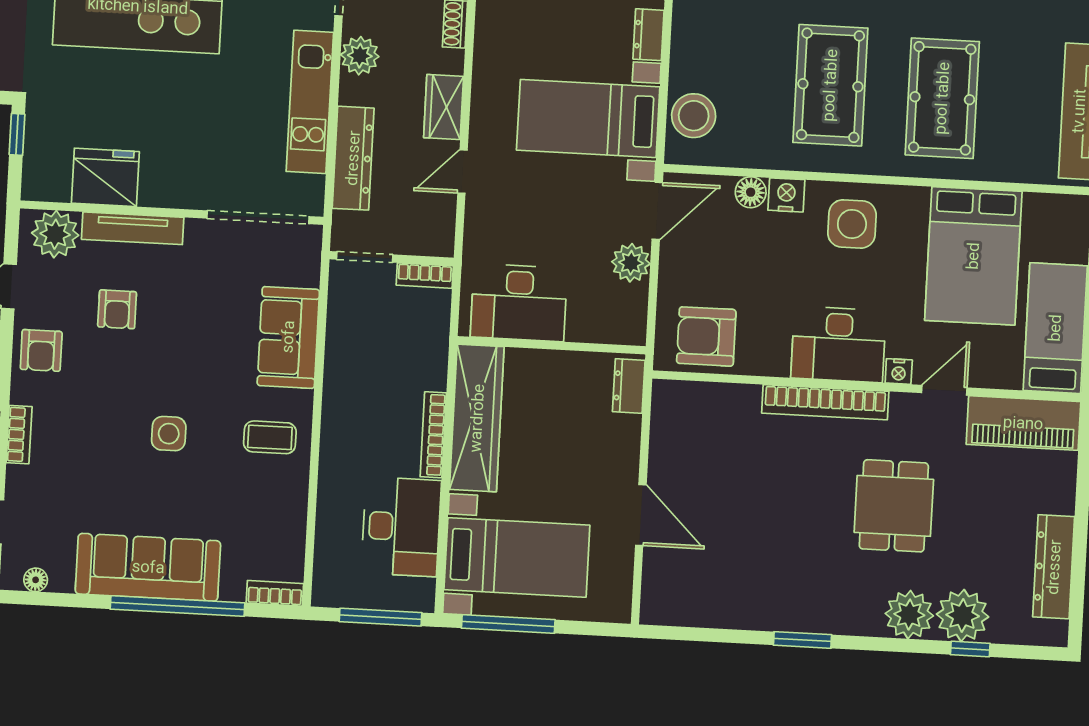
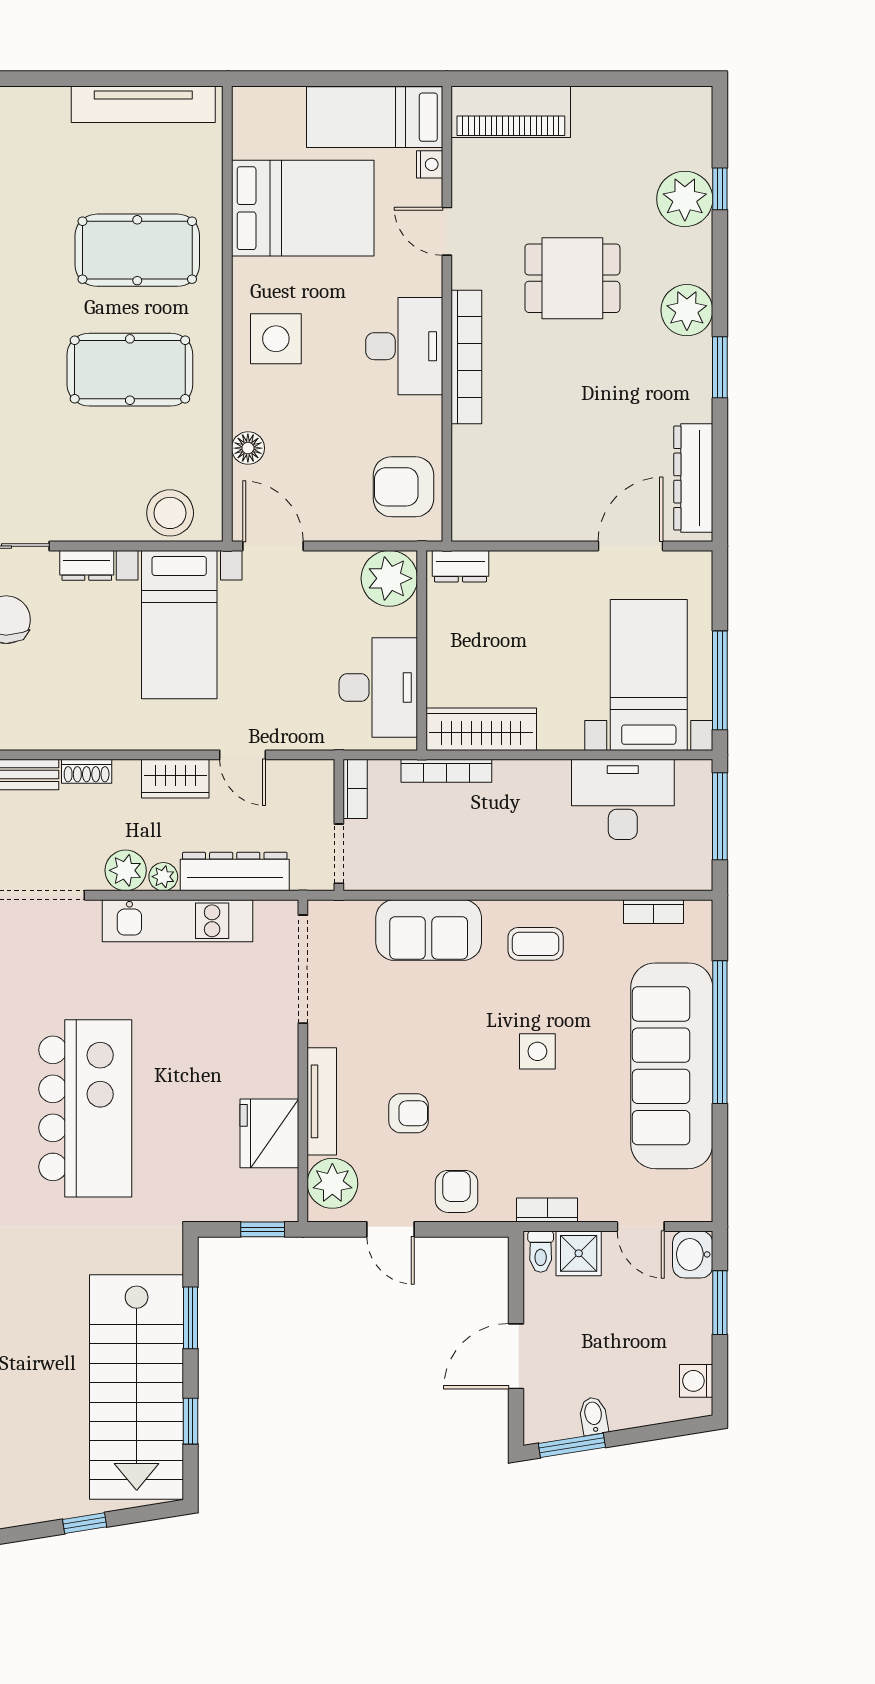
plant: (352, 91) -> (163, 877), added
window: (17, 134) -> (263, 1229), moved
nightstand: (786, 195) -> (249, 410), removed
plant: (631, 263) -> (389, 578), moved, width x1.36, depth x1.36
armchair: (706, 336) -> (403, 487), turned 90
armchair: (41, 350) -> (457, 1191), turned -90
nightstand: (899, 371) -> (430, 164), moved
wardrobe: (477, 418) -> (481, 729), width x0.71, depth x0.85
piano: (1023, 423) -> (511, 112), moved, turned 90
bookcase: (433, 435) -> (446, 771), moved
coffee table: (270, 437) -> (536, 944), turned 90
door: (641, 515) -> (631, 546), moved
sofa: (148, 567) -> (672, 1066), width x1.36, depth x1.27
dresser: (1054, 567) -> (693, 478), moved, turned 90
floor lamp: (36, 580) -> (700, 1184), removed
bookcase: (275, 593) -> (654, 912), moved, turned -90
plant: (909, 615) -> (687, 310), moved

